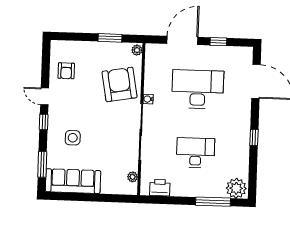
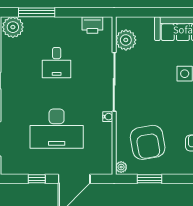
armchair: (120, 84) -> (148, 142), moved
desk: (195, 153) -> (57, 63), width x0.73
plant: (133, 177) -> (126, 40), width x1.88, depth x1.88

